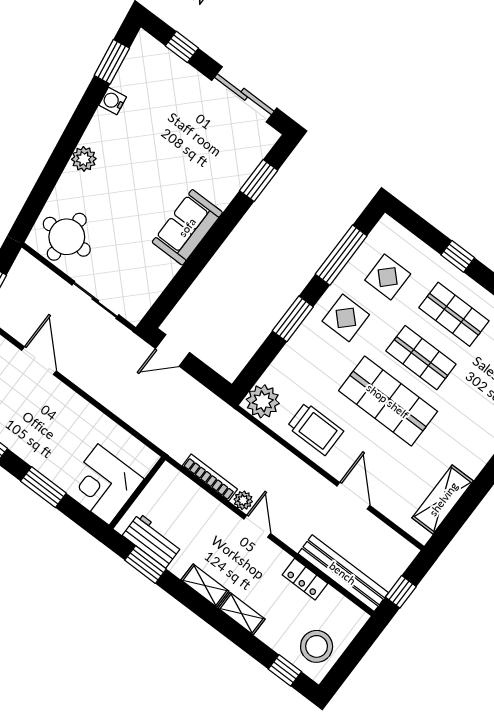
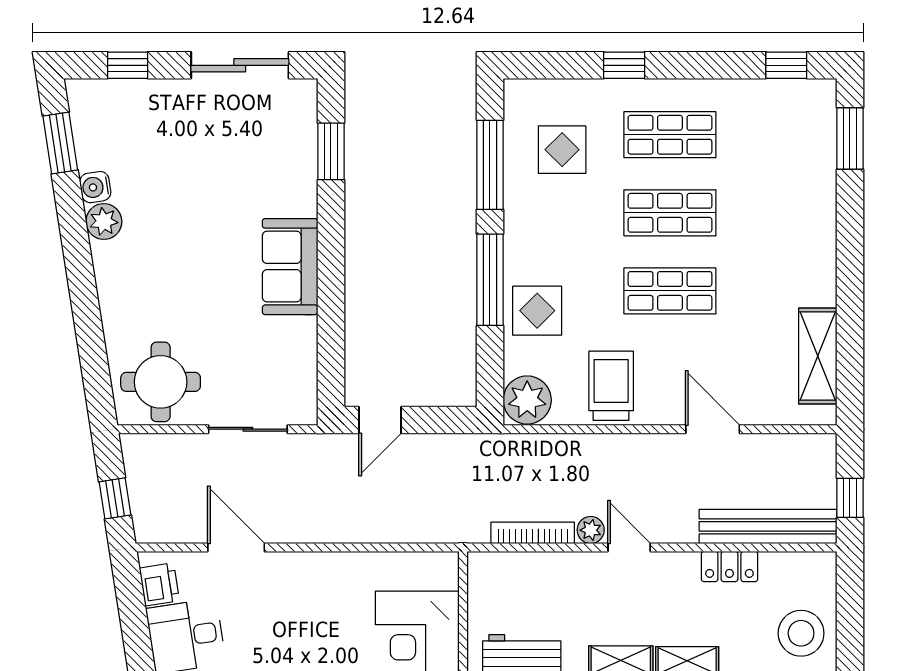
plant: (84, 159) -> (104, 222), moved
display table: (346, 318) -> (537, 311), moved
window: (293, 319) -> (490, 280), width x1.44
shop shelf: (388, 401) -> (670, 291), width x0.70, depth x0.74
trolley: (315, 429) -> (611, 386), turned -90

